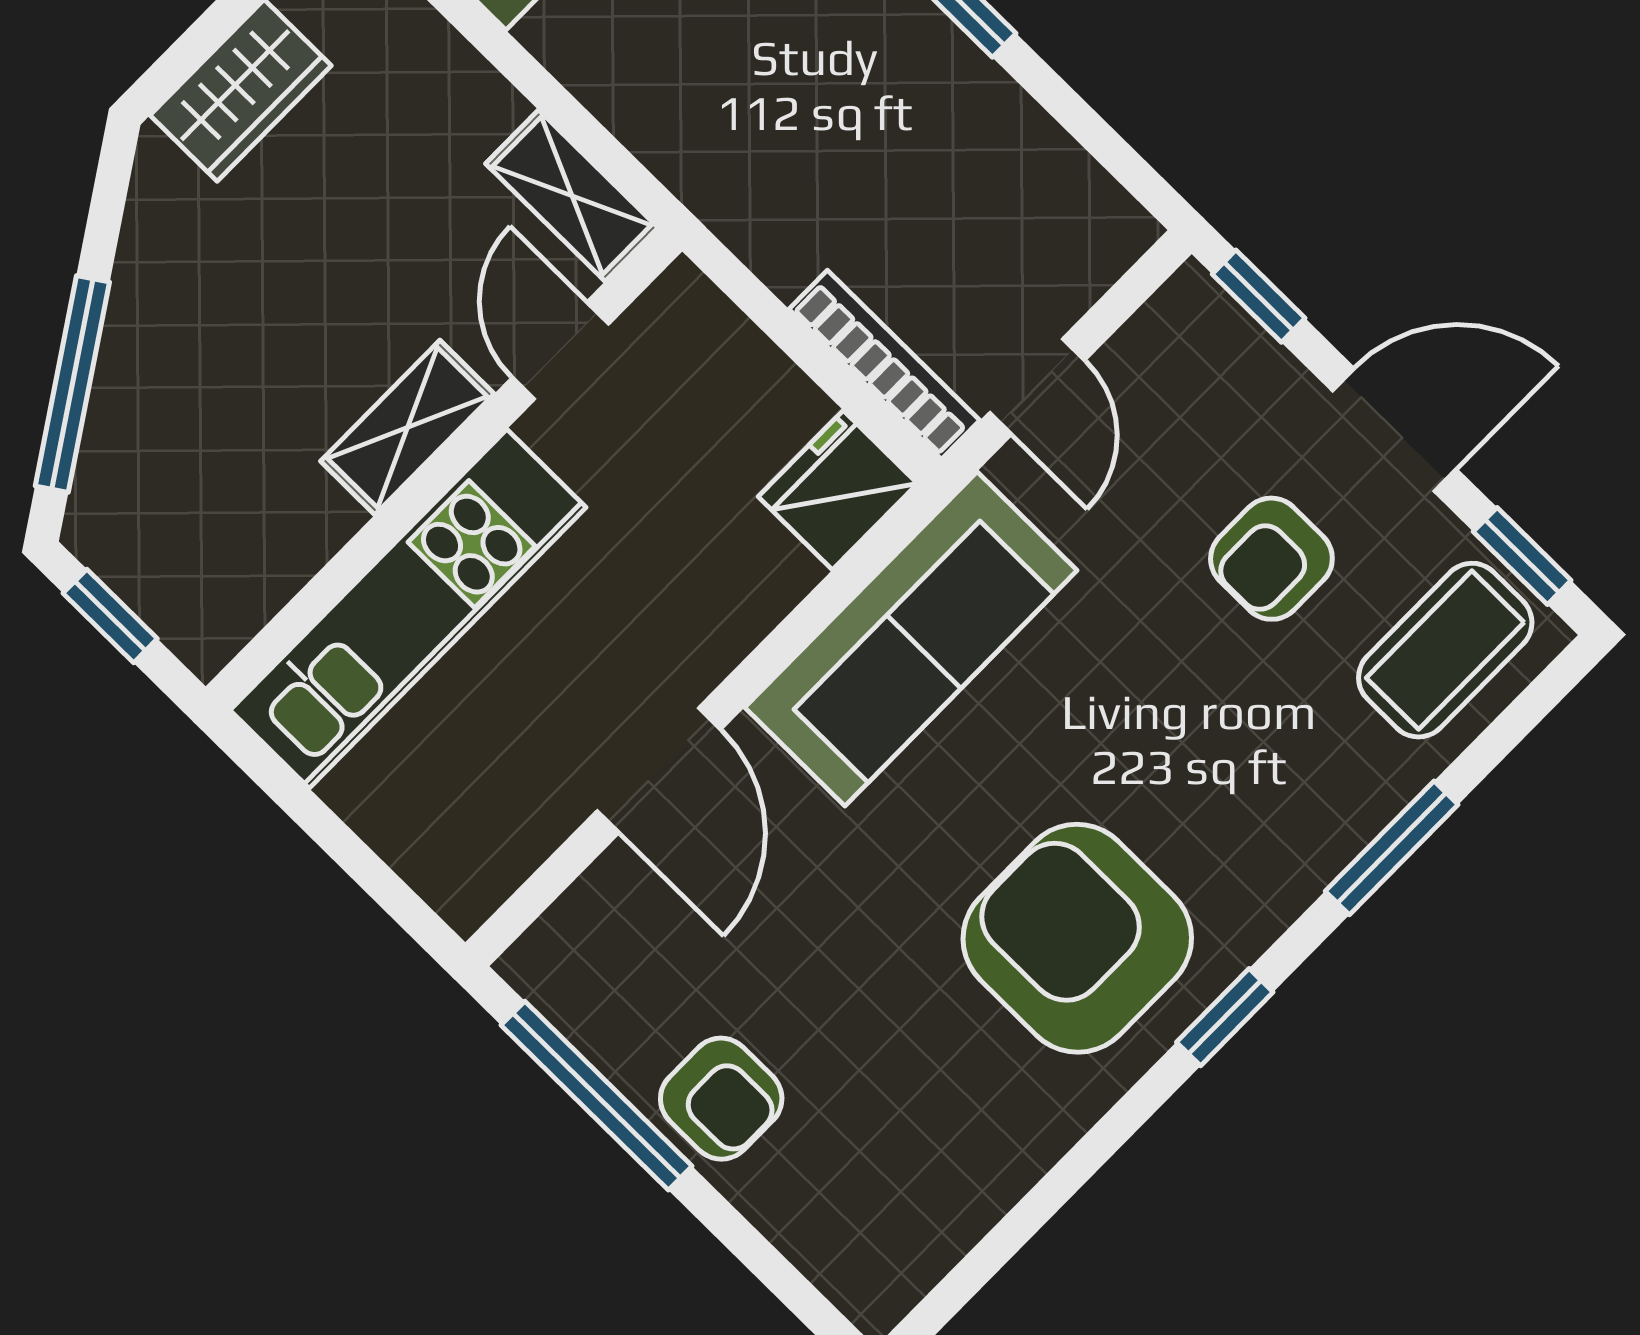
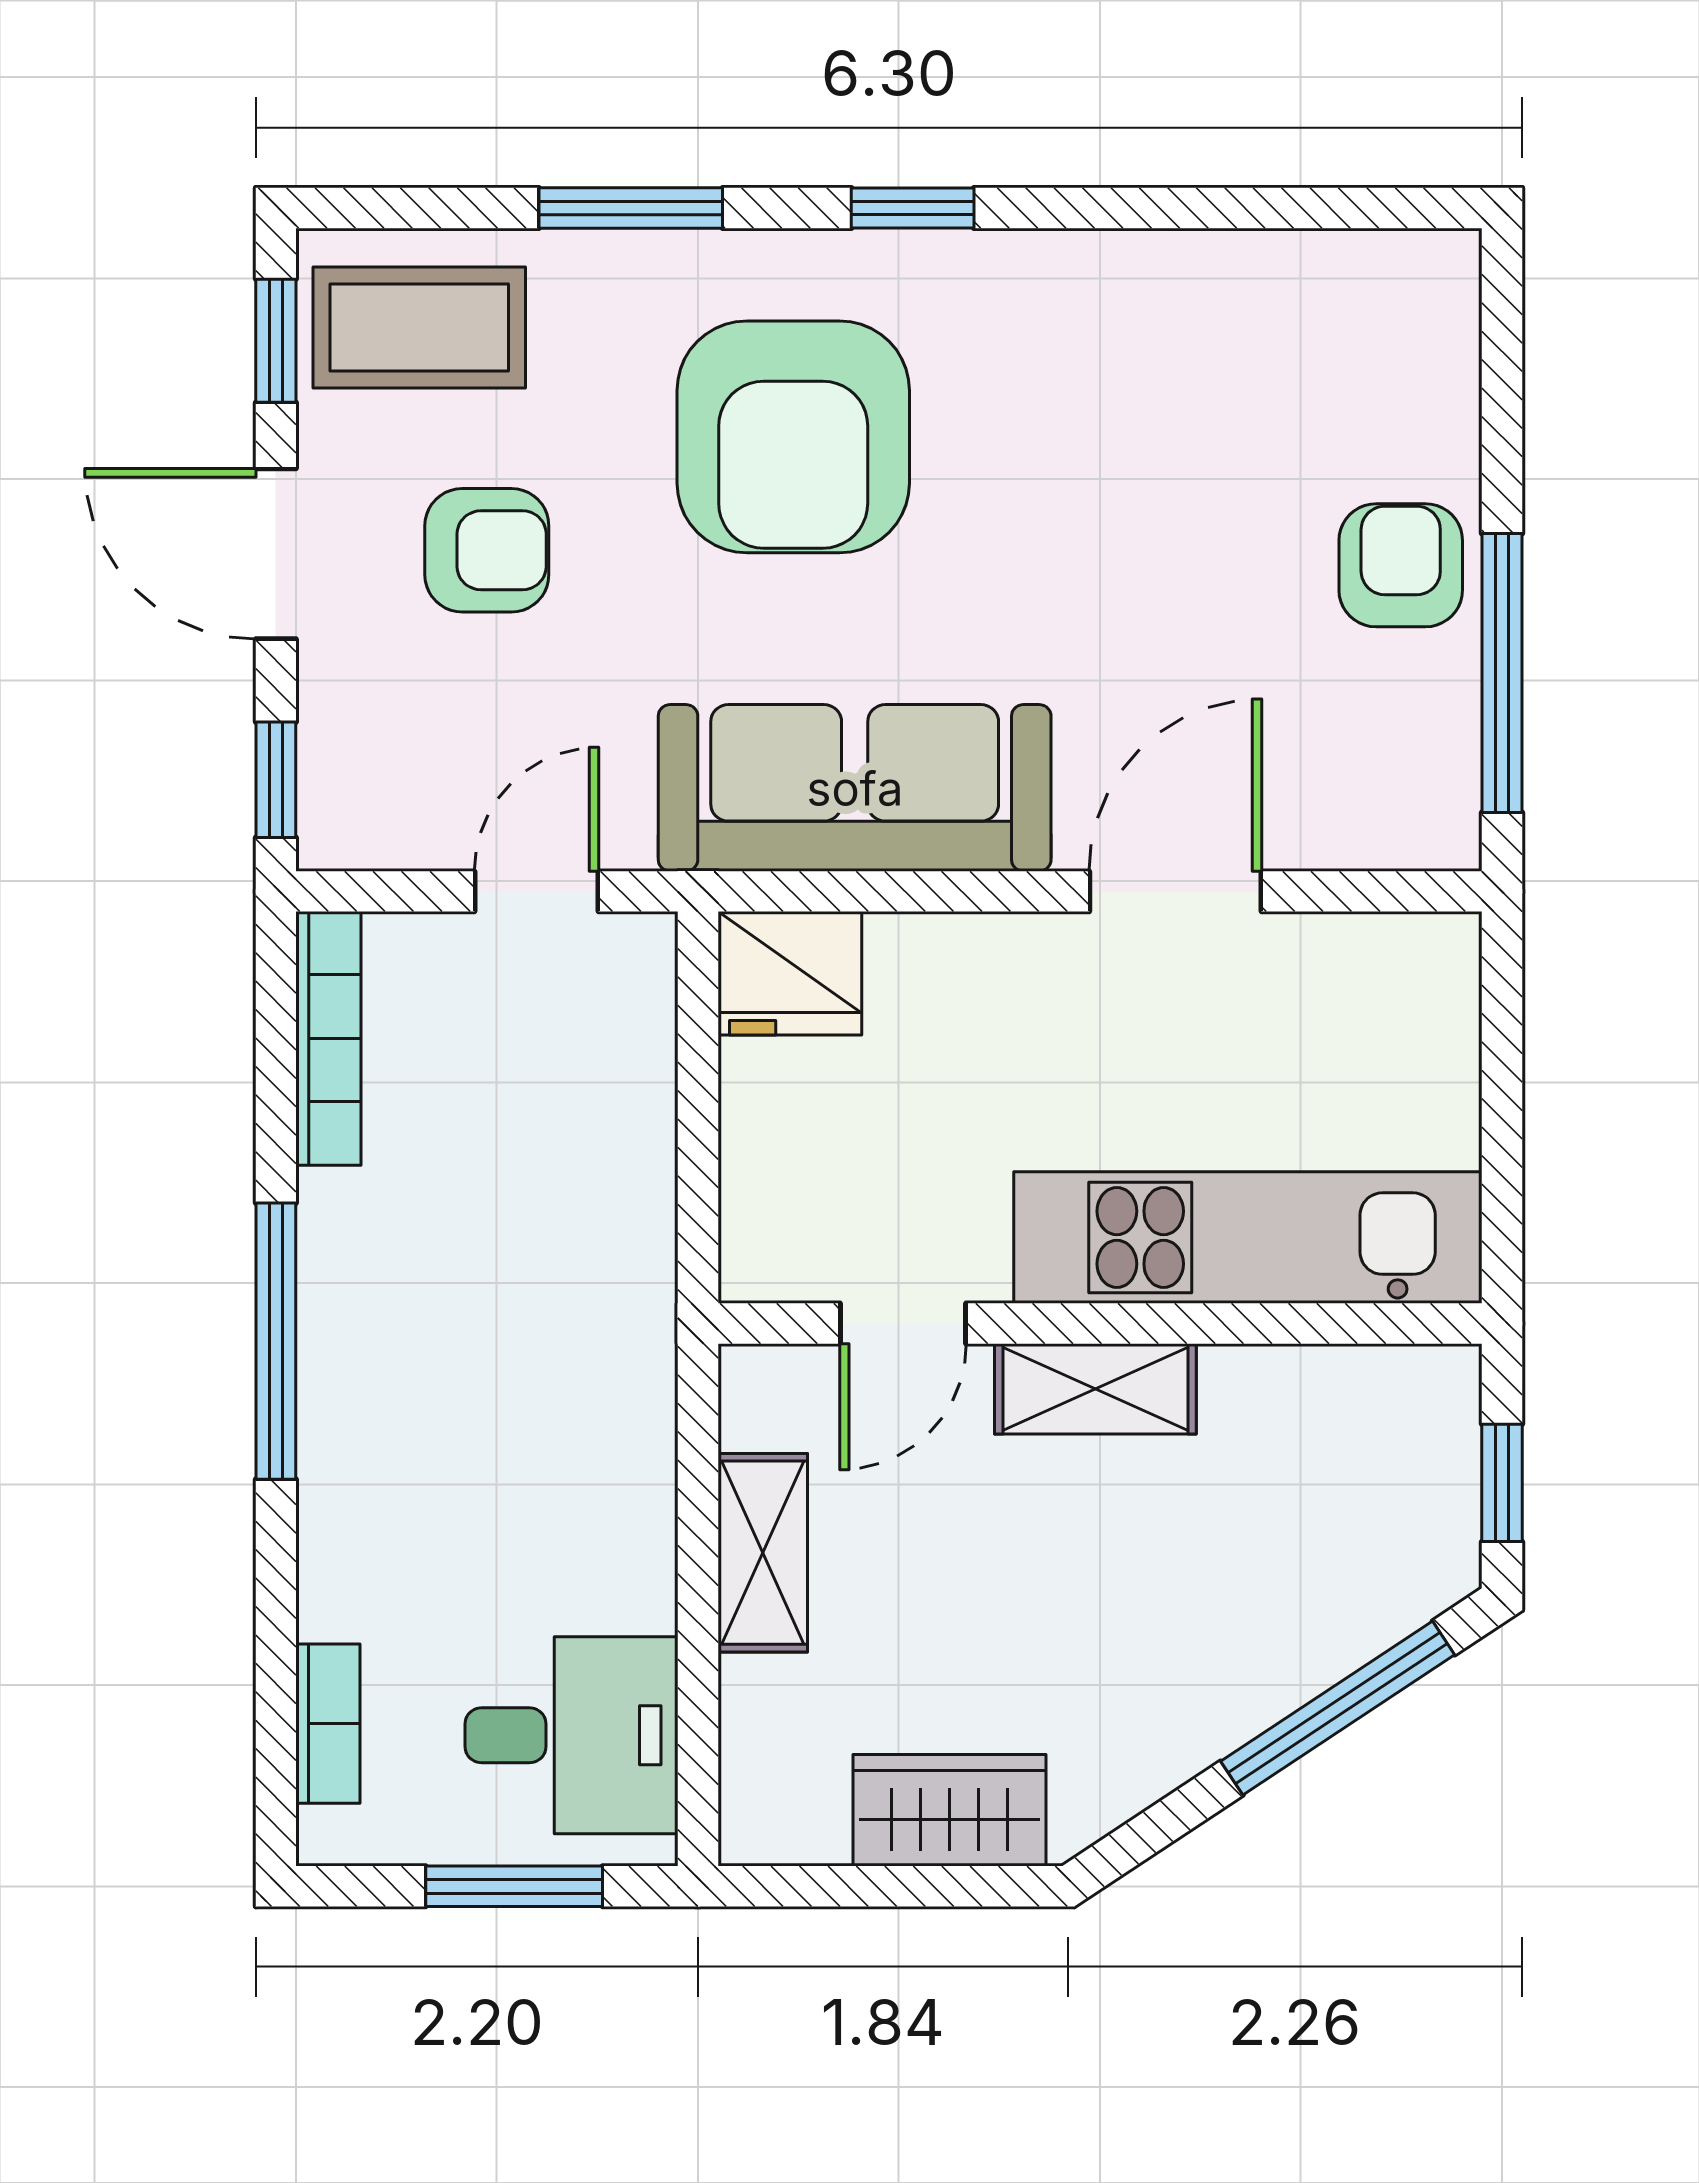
shelving: (572, 196) -> (763, 1553), moved
bookcase: (884, 365) -> (328, 1038), moved, turned 180
armchair: (1077, 938) -> (793, 437), moved

